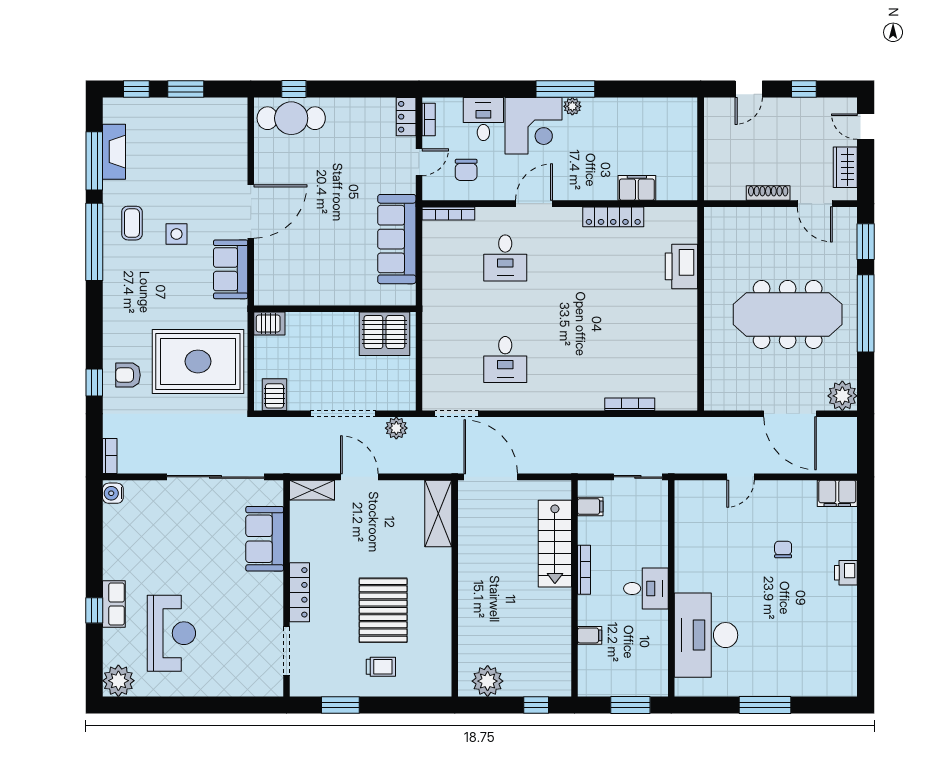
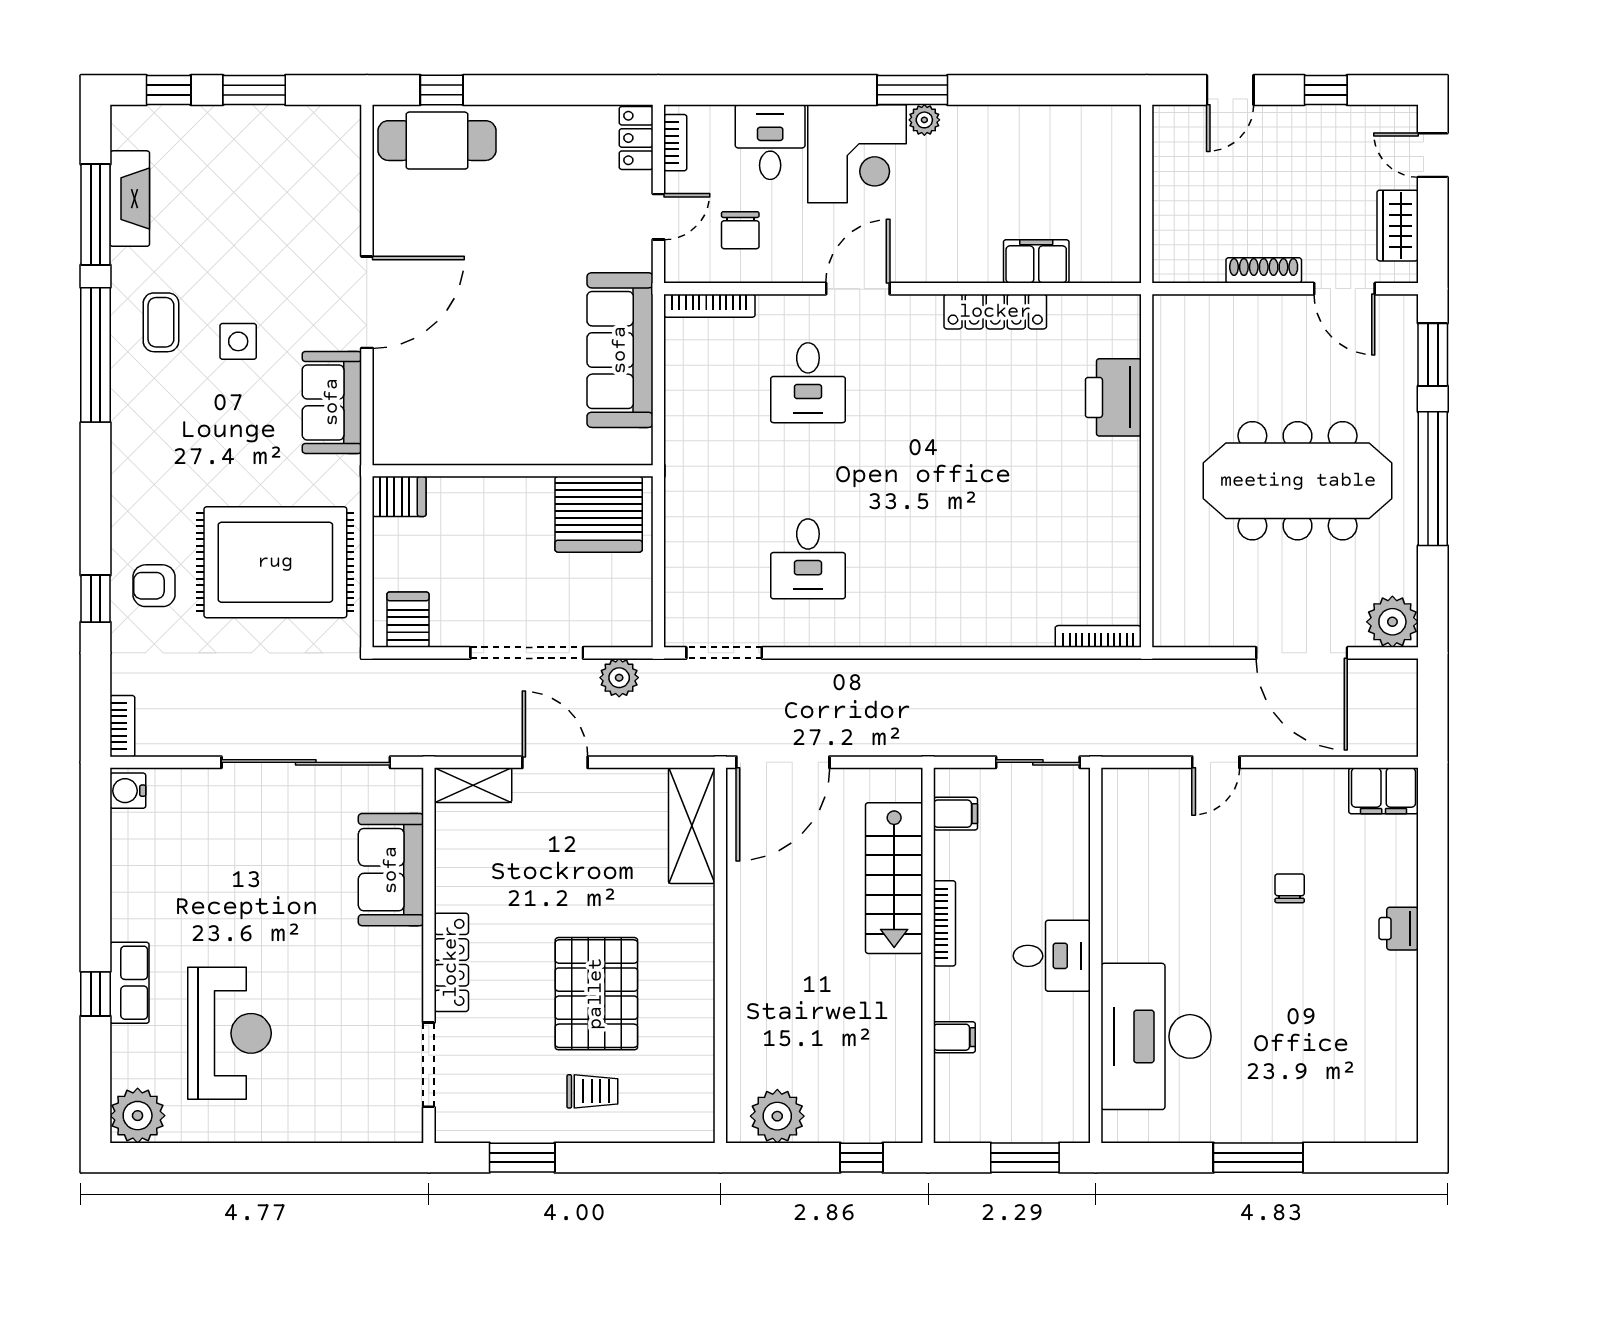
window: (565, 89) -> (912, 90), width x0.69
bookcase: (630, 404) -> (1098, 636), moved
door: (491, 477) -> (783, 762), swing flipped

